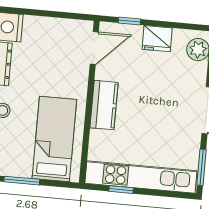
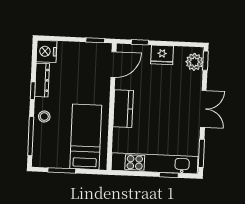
window: (73, 16) -> (95, 40), added
window: (121, 190) -> (169, 175), moved

